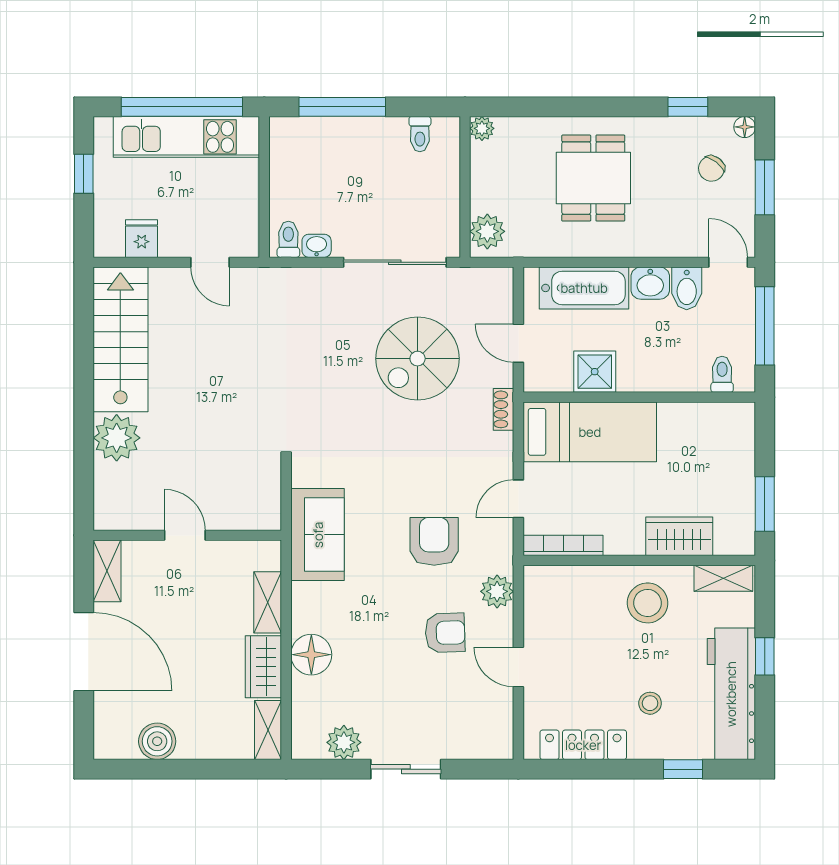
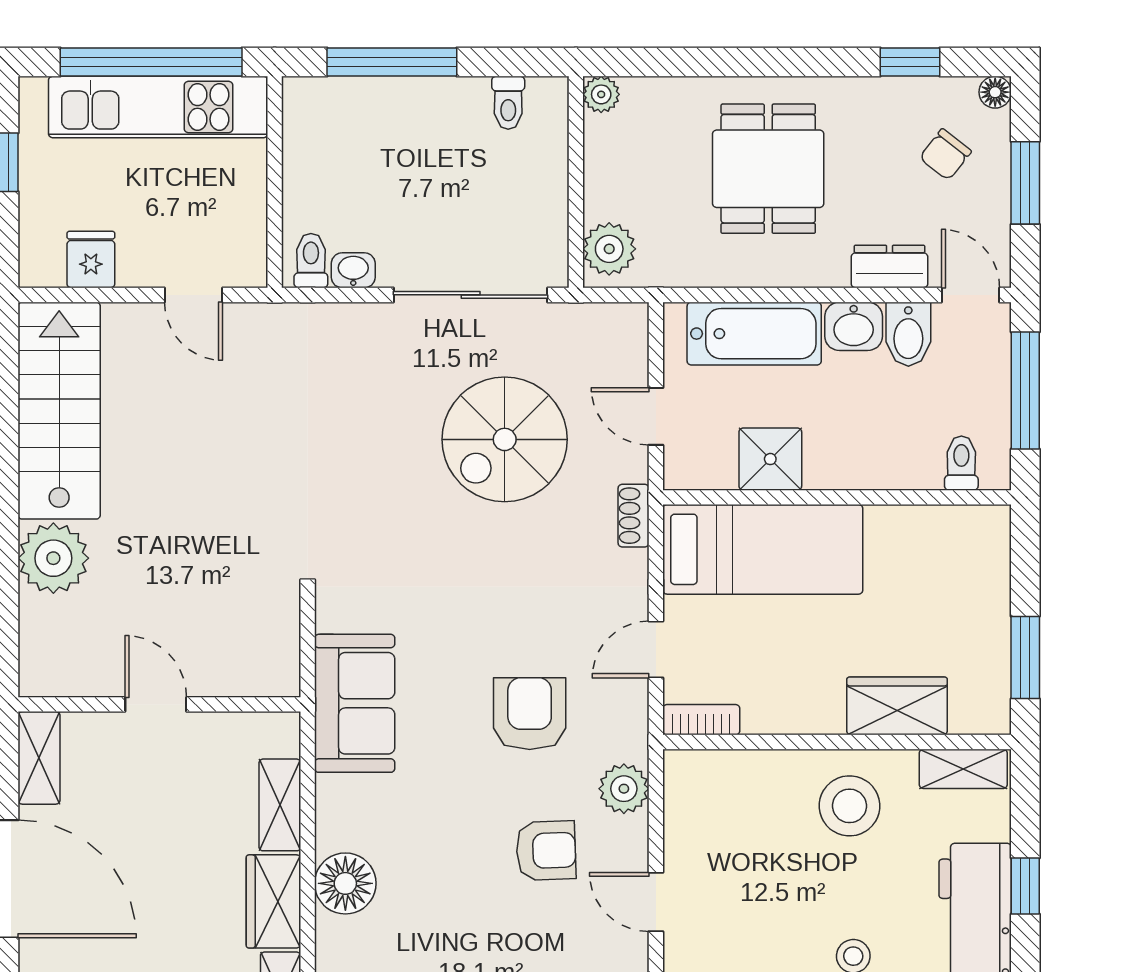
dresser: (674, 243) -> (889, 266), added
bookcase: (563, 545) -> (701, 720), width x0.64

